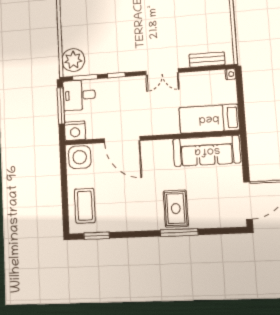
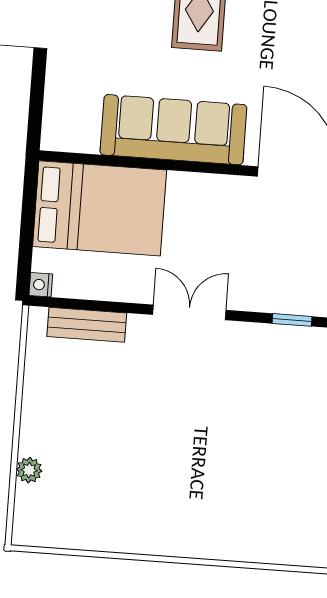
bed: (209, 119) -> (100, 208), width x1.50
sofa: (207, 151) -> (173, 130), moved

